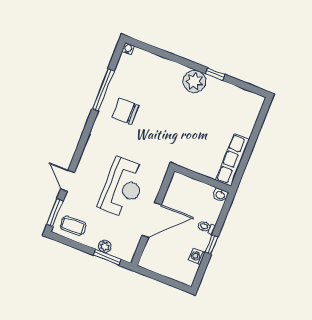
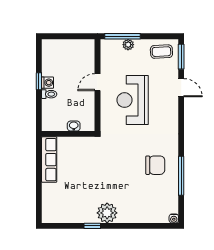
washbasin: (220, 195) -> (74, 126), moved
door: (152, 220) -> (97, 82), width x0.53
washing machine: (197, 256) -> (48, 83), moved
window: (107, 257) -> (122, 36), width x1.44

